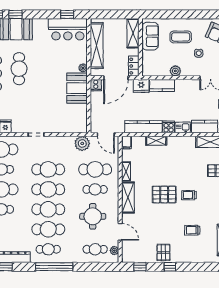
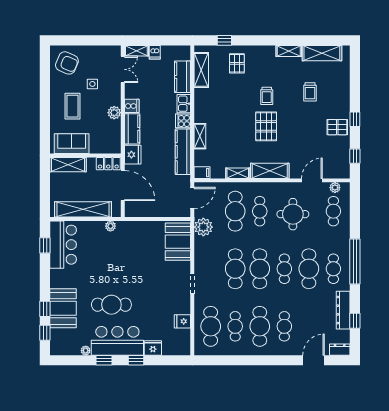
cooker: (96, 85) -> (132, 106), moved
booth: (77, 88) -> (178, 242), moved, turned 90
cafe table: (48, 209) -> (284, 269), width x0.73, depth x0.74

